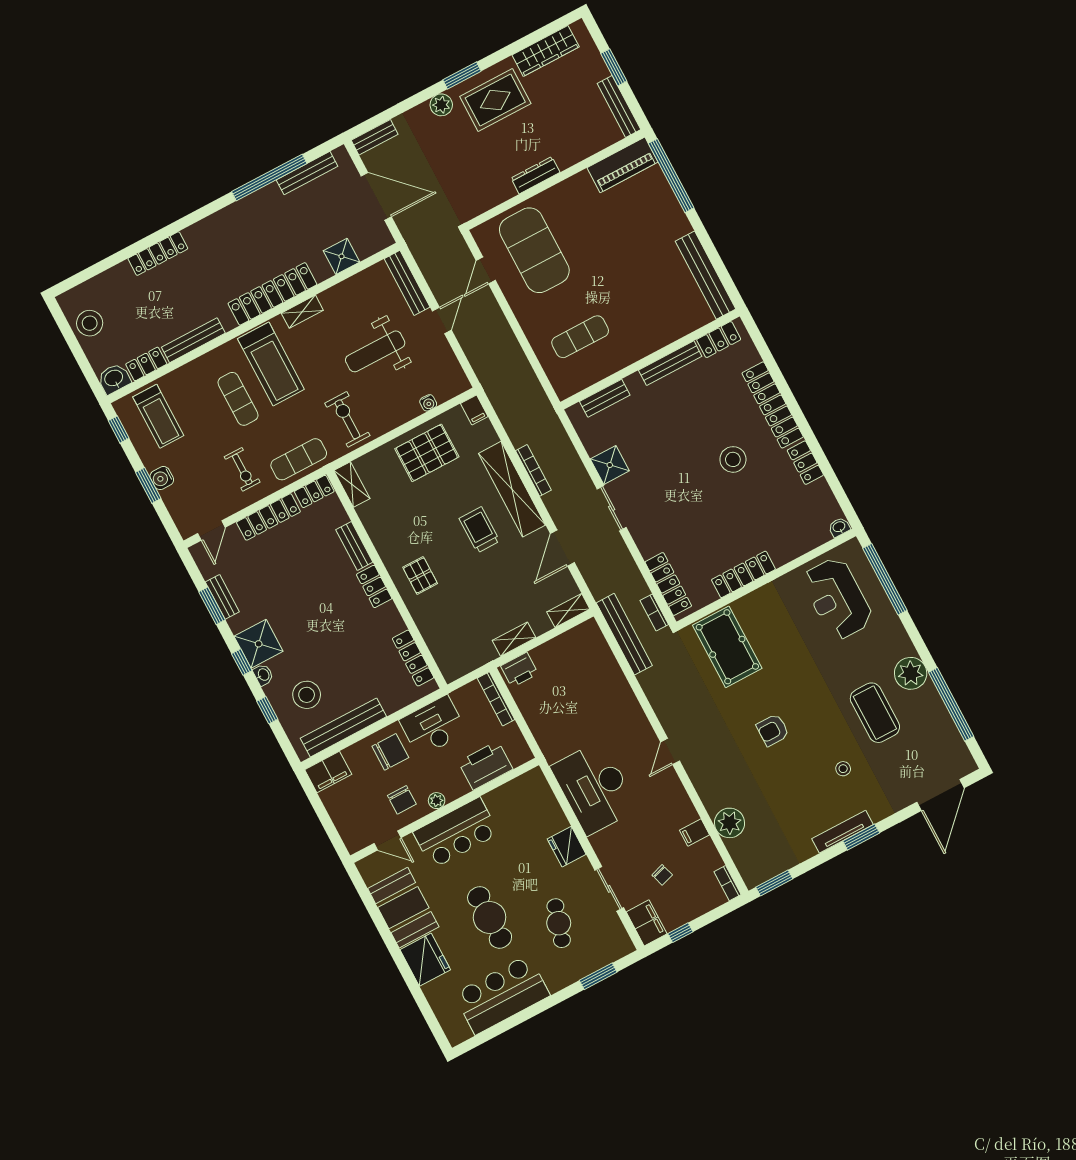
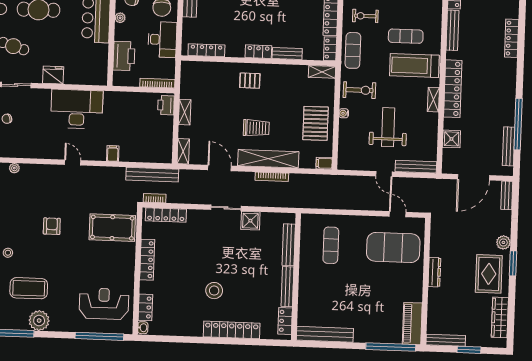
bench: (605, 398) -> (289, 245), width x1.36
water cooler: (428, 403) -> (344, 113), moved
locker: (805, 463) -> (145, 307), moved, turned 90
plant: (730, 823) -> (14, 168), width x0.53, depth x0.53
filing cabinet: (694, 833) -> (113, 154), moved

